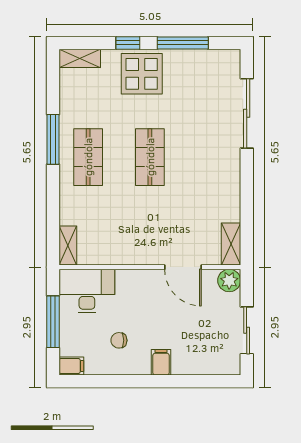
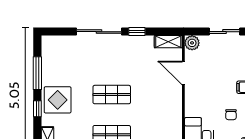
sliding door: (247, 113) -> (99, 32), moved
window: (247, 196) -> (137, 32), added
door: (183, 267) -> (183, 73), swing flipped

